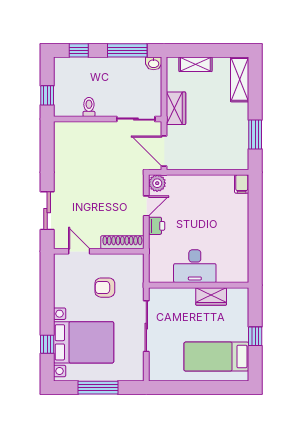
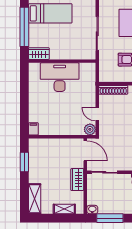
door: (146, 206) -> (97, 114), hinge flipped
printer: (157, 226) -> (90, 101), removed
desk: (195, 266) -> (60, 77), width x1.36, depth x1.30
wardrobe: (211, 296) -> (39, 54), moved
window: (255, 336) -> (24, 27), width x3.17

